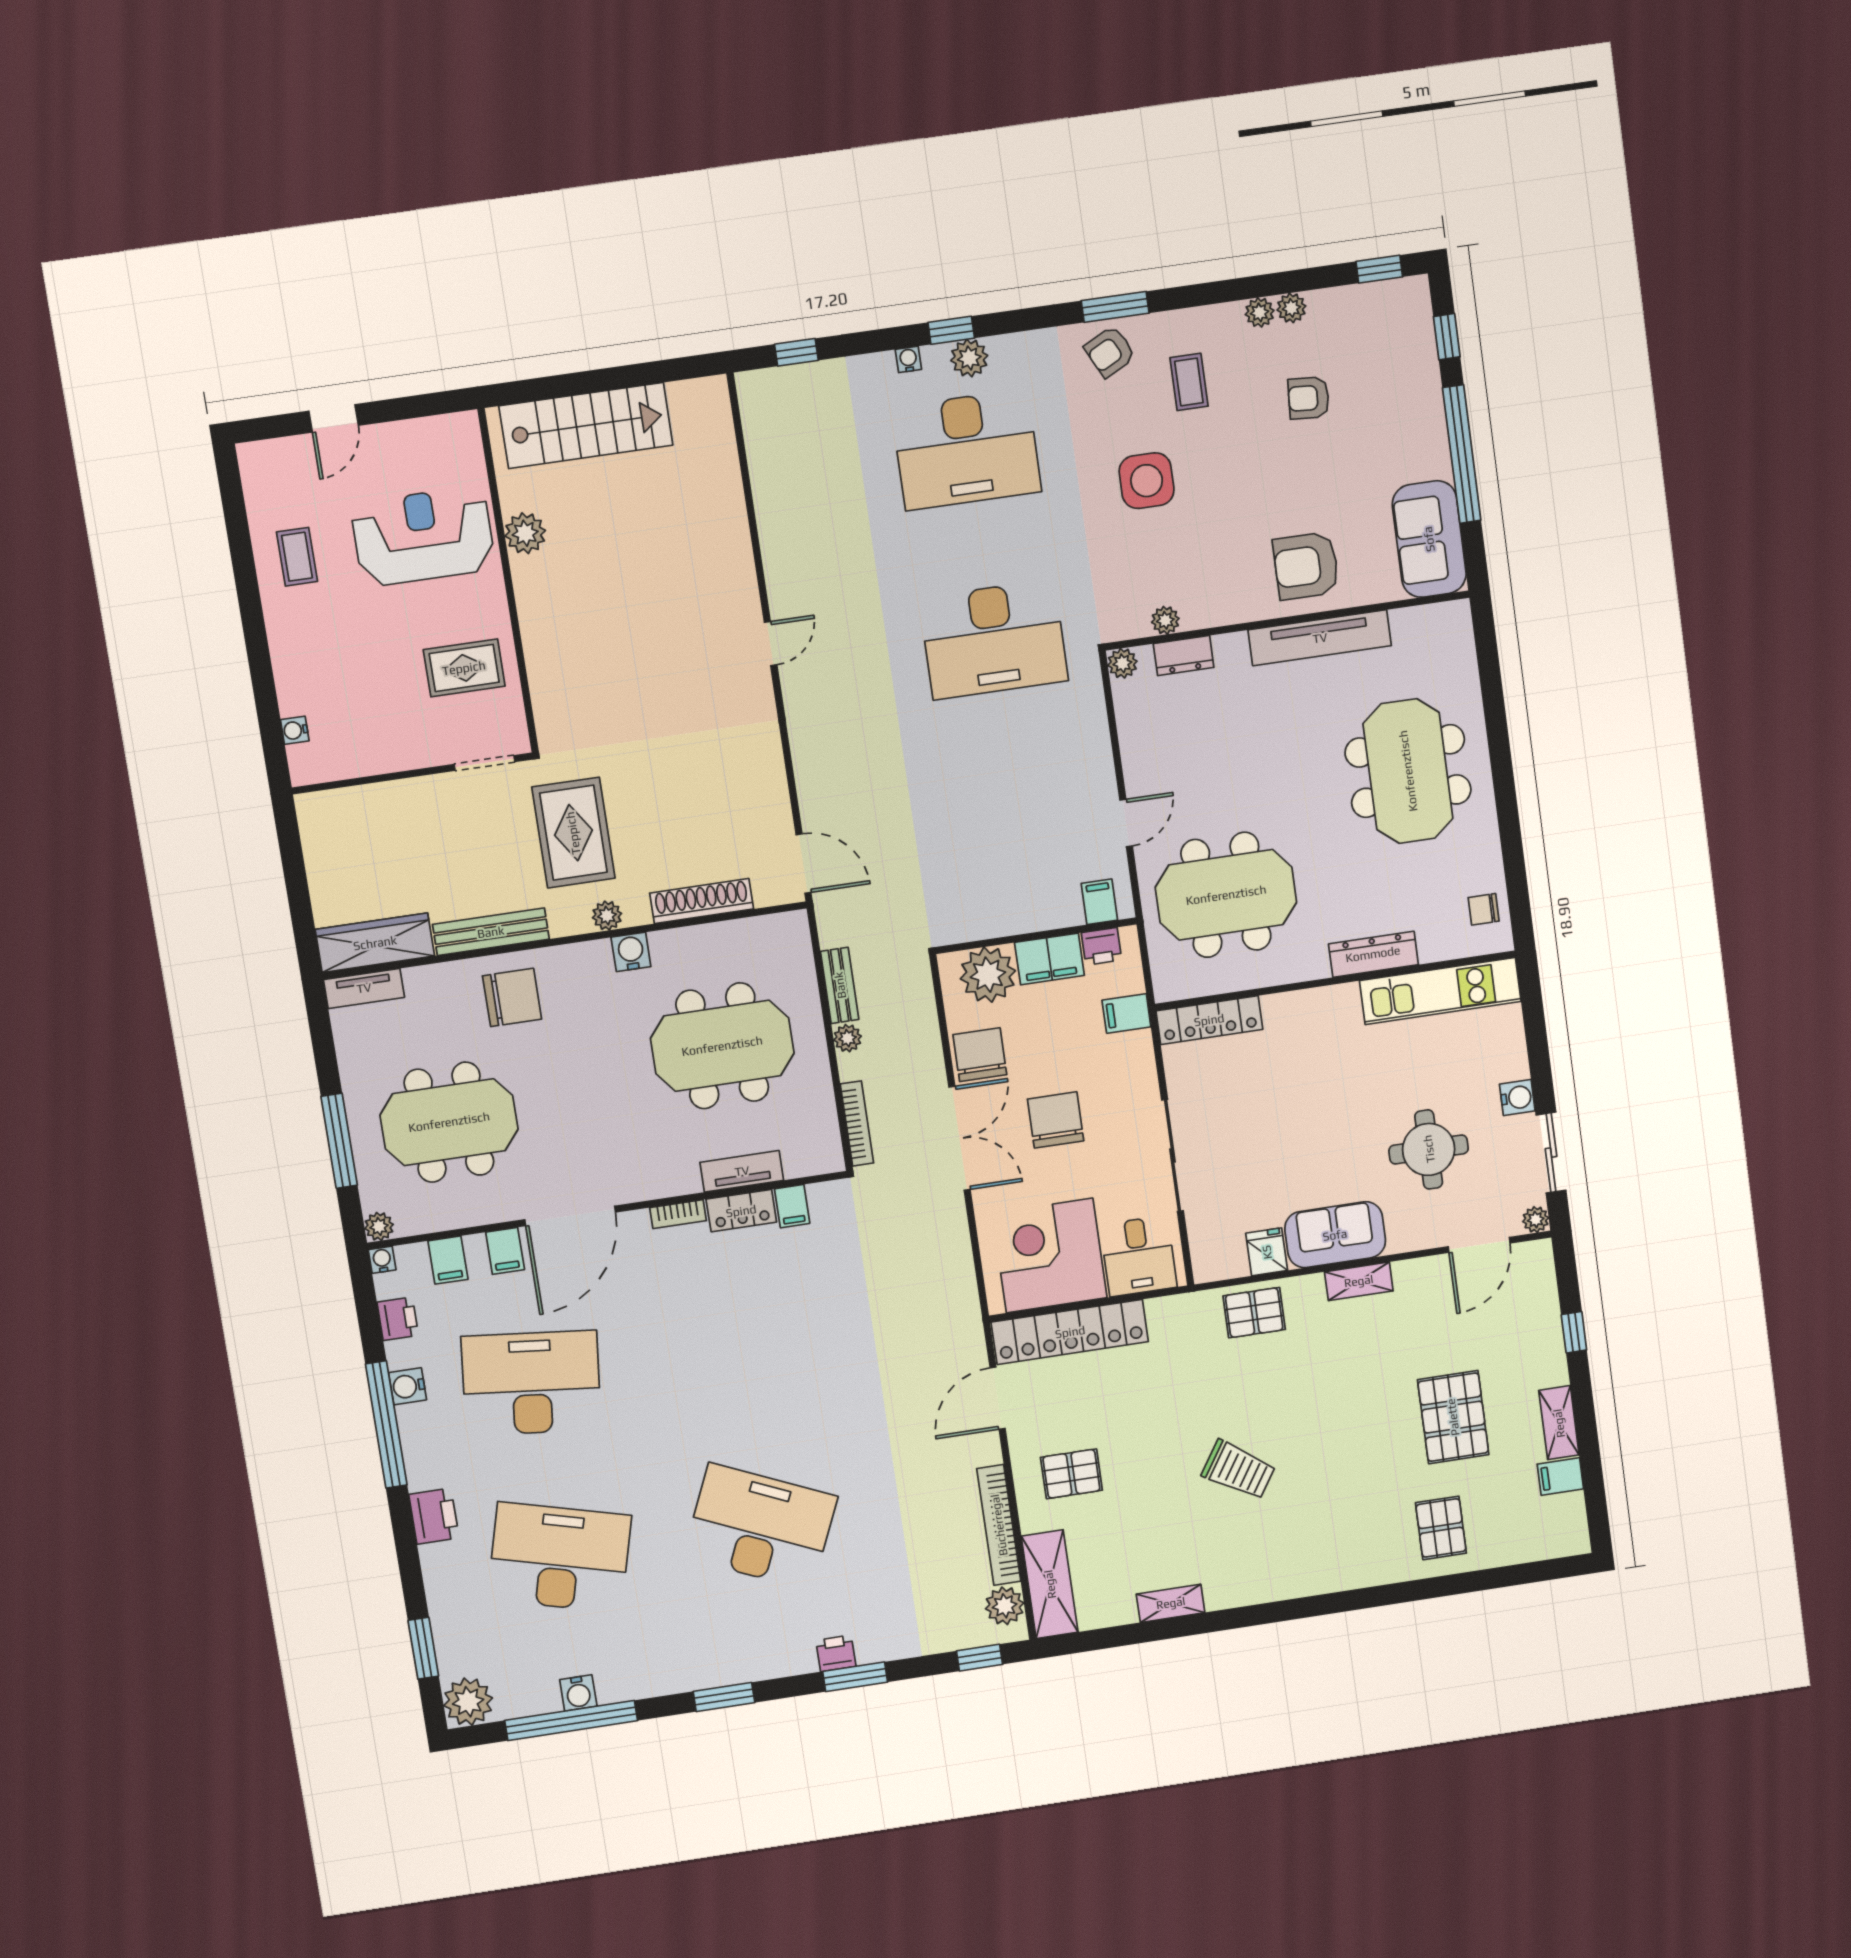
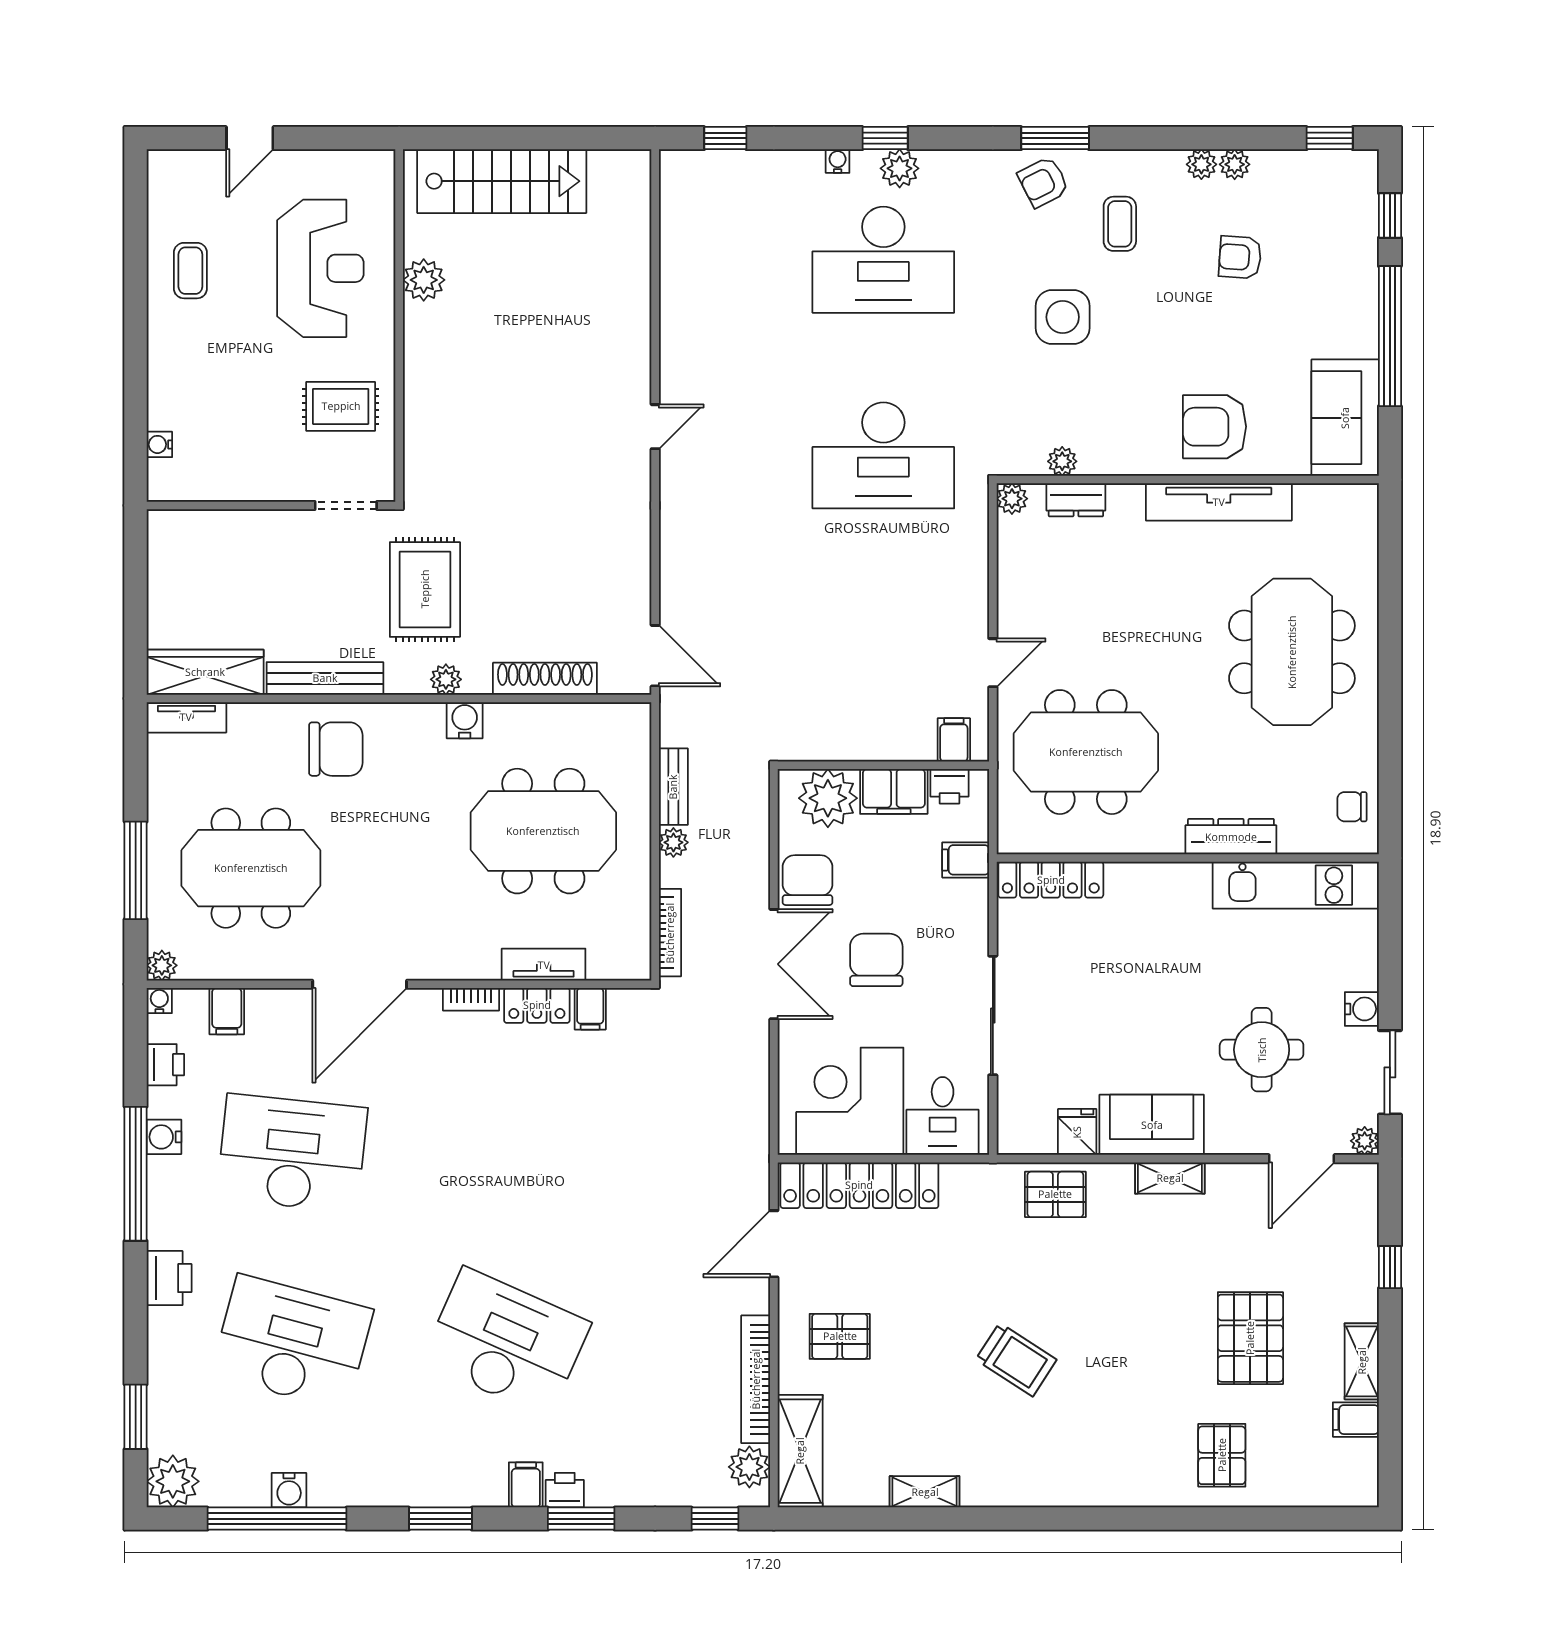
reception desk: (423, 536) -> (320, 268), turned 90
filing cabinet: (505, 1251) -> (526, 1485), moved, turned 180

